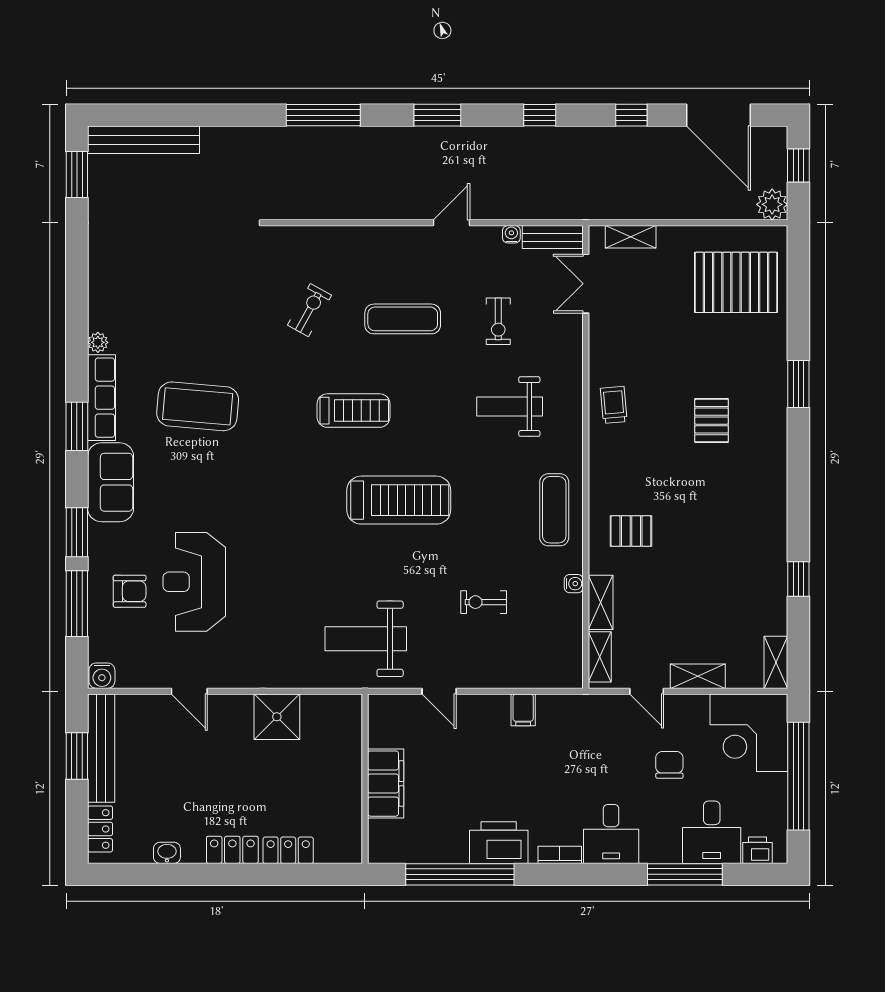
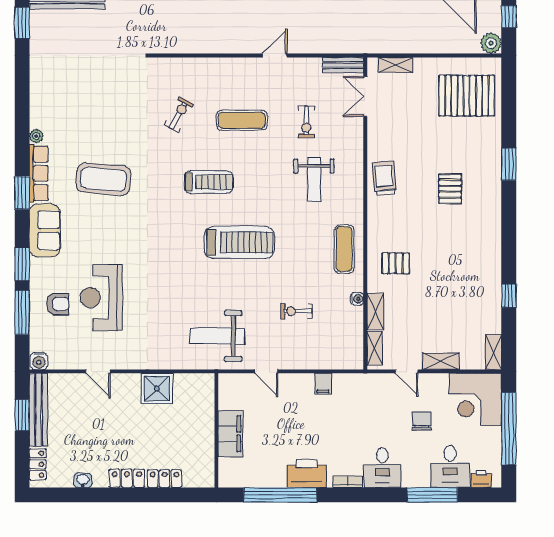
water cooler: (511, 234) -> (315, 63), removed
trolley: (614, 405) -> (384, 178), width x1.36, depth x1.39
weight bench: (510, 407) -> (314, 179), turned -90

